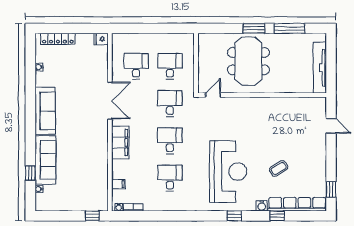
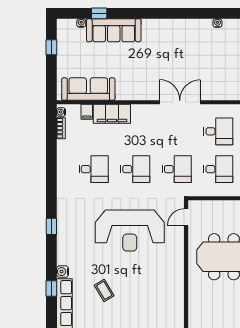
door: (213, 95) -> (186, 217), swing flipped
double door: (110, 101) -> (180, 102), swing flipped
sofa: (45, 111) -> (88, 89), moved, turned 180
filing cabinet: (120, 142) -> (112, 114), moved
reception desk: (228, 172) -> (130, 231), moved
window: (92, 216) -> (51, 47), moved
window: (234, 216) -> (51, 226), moved

